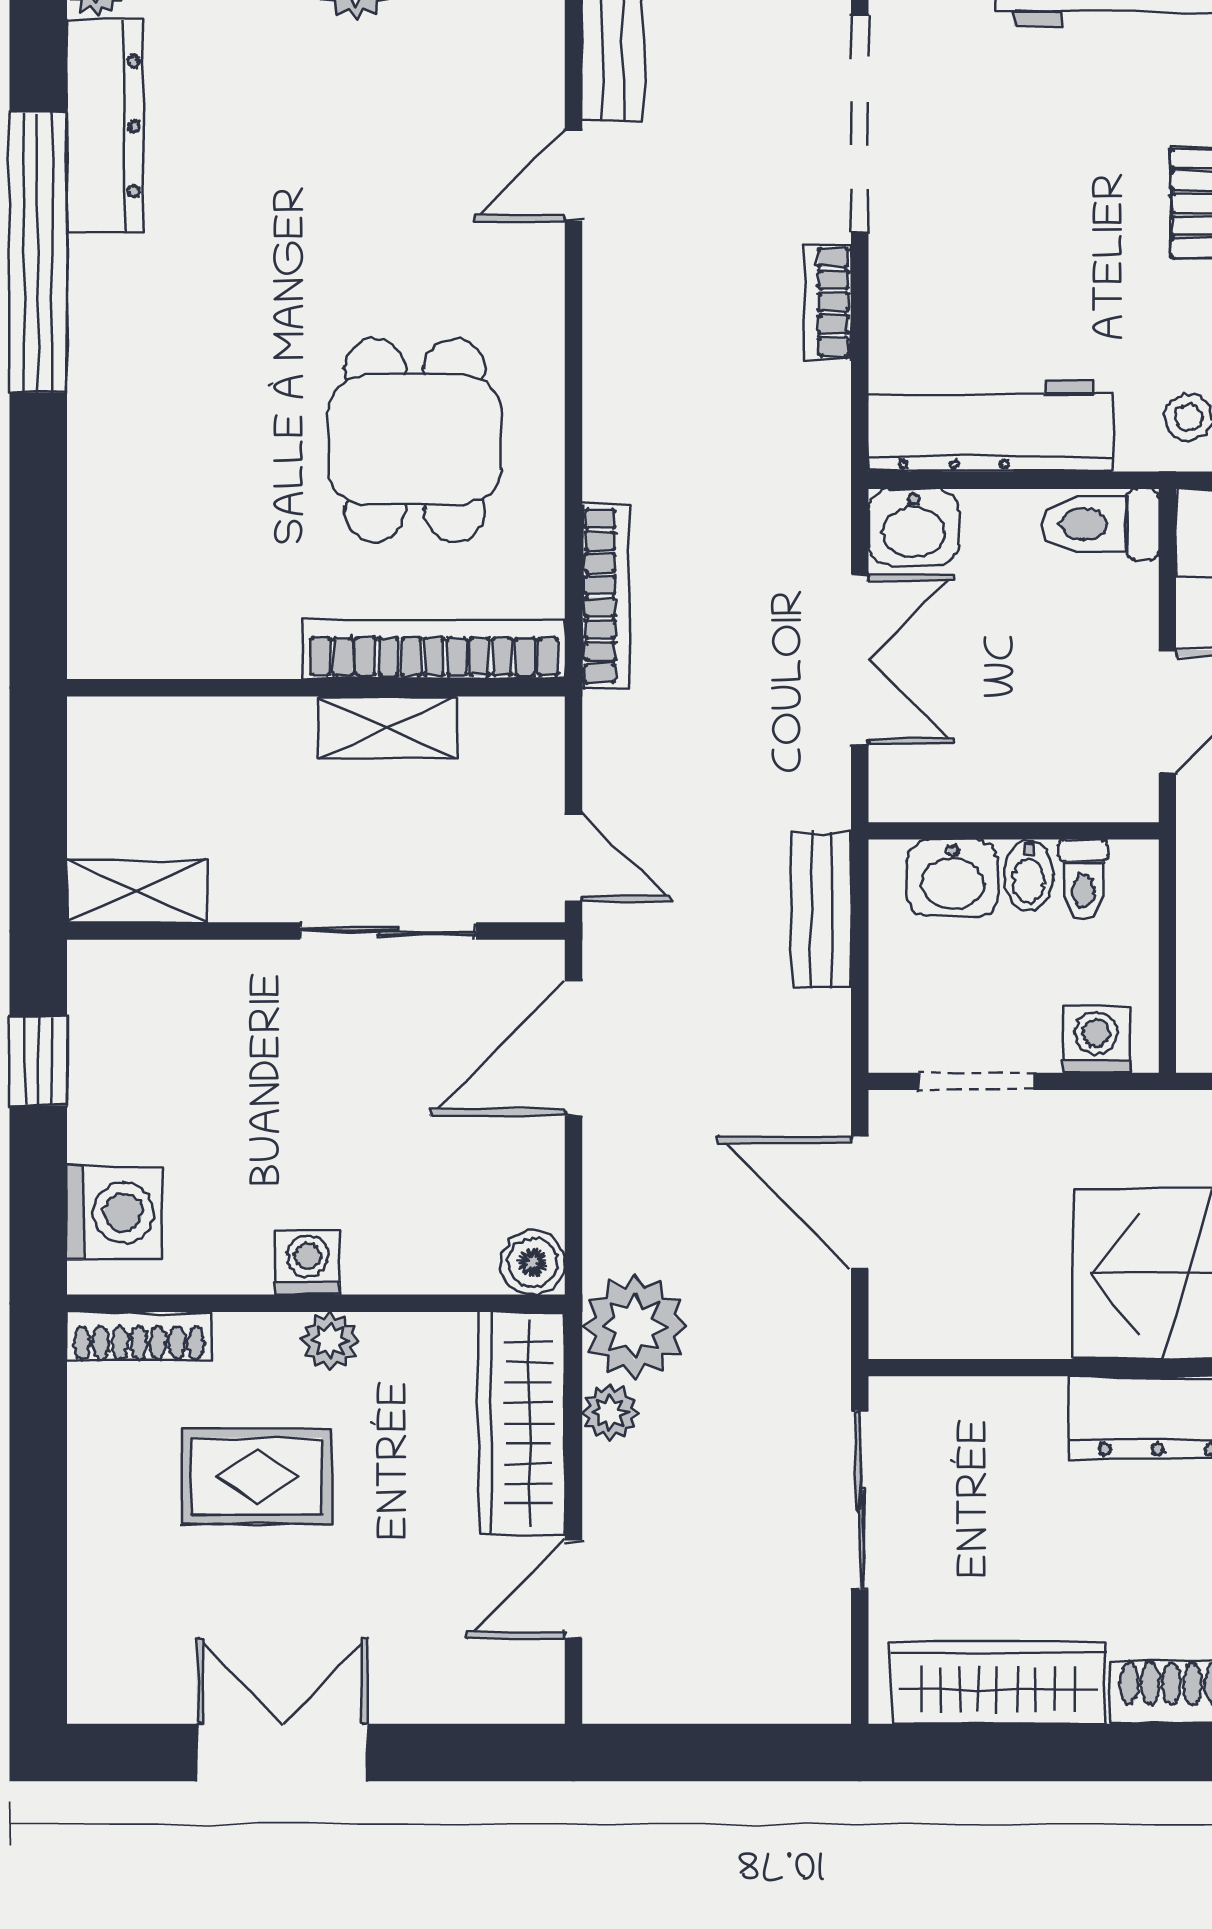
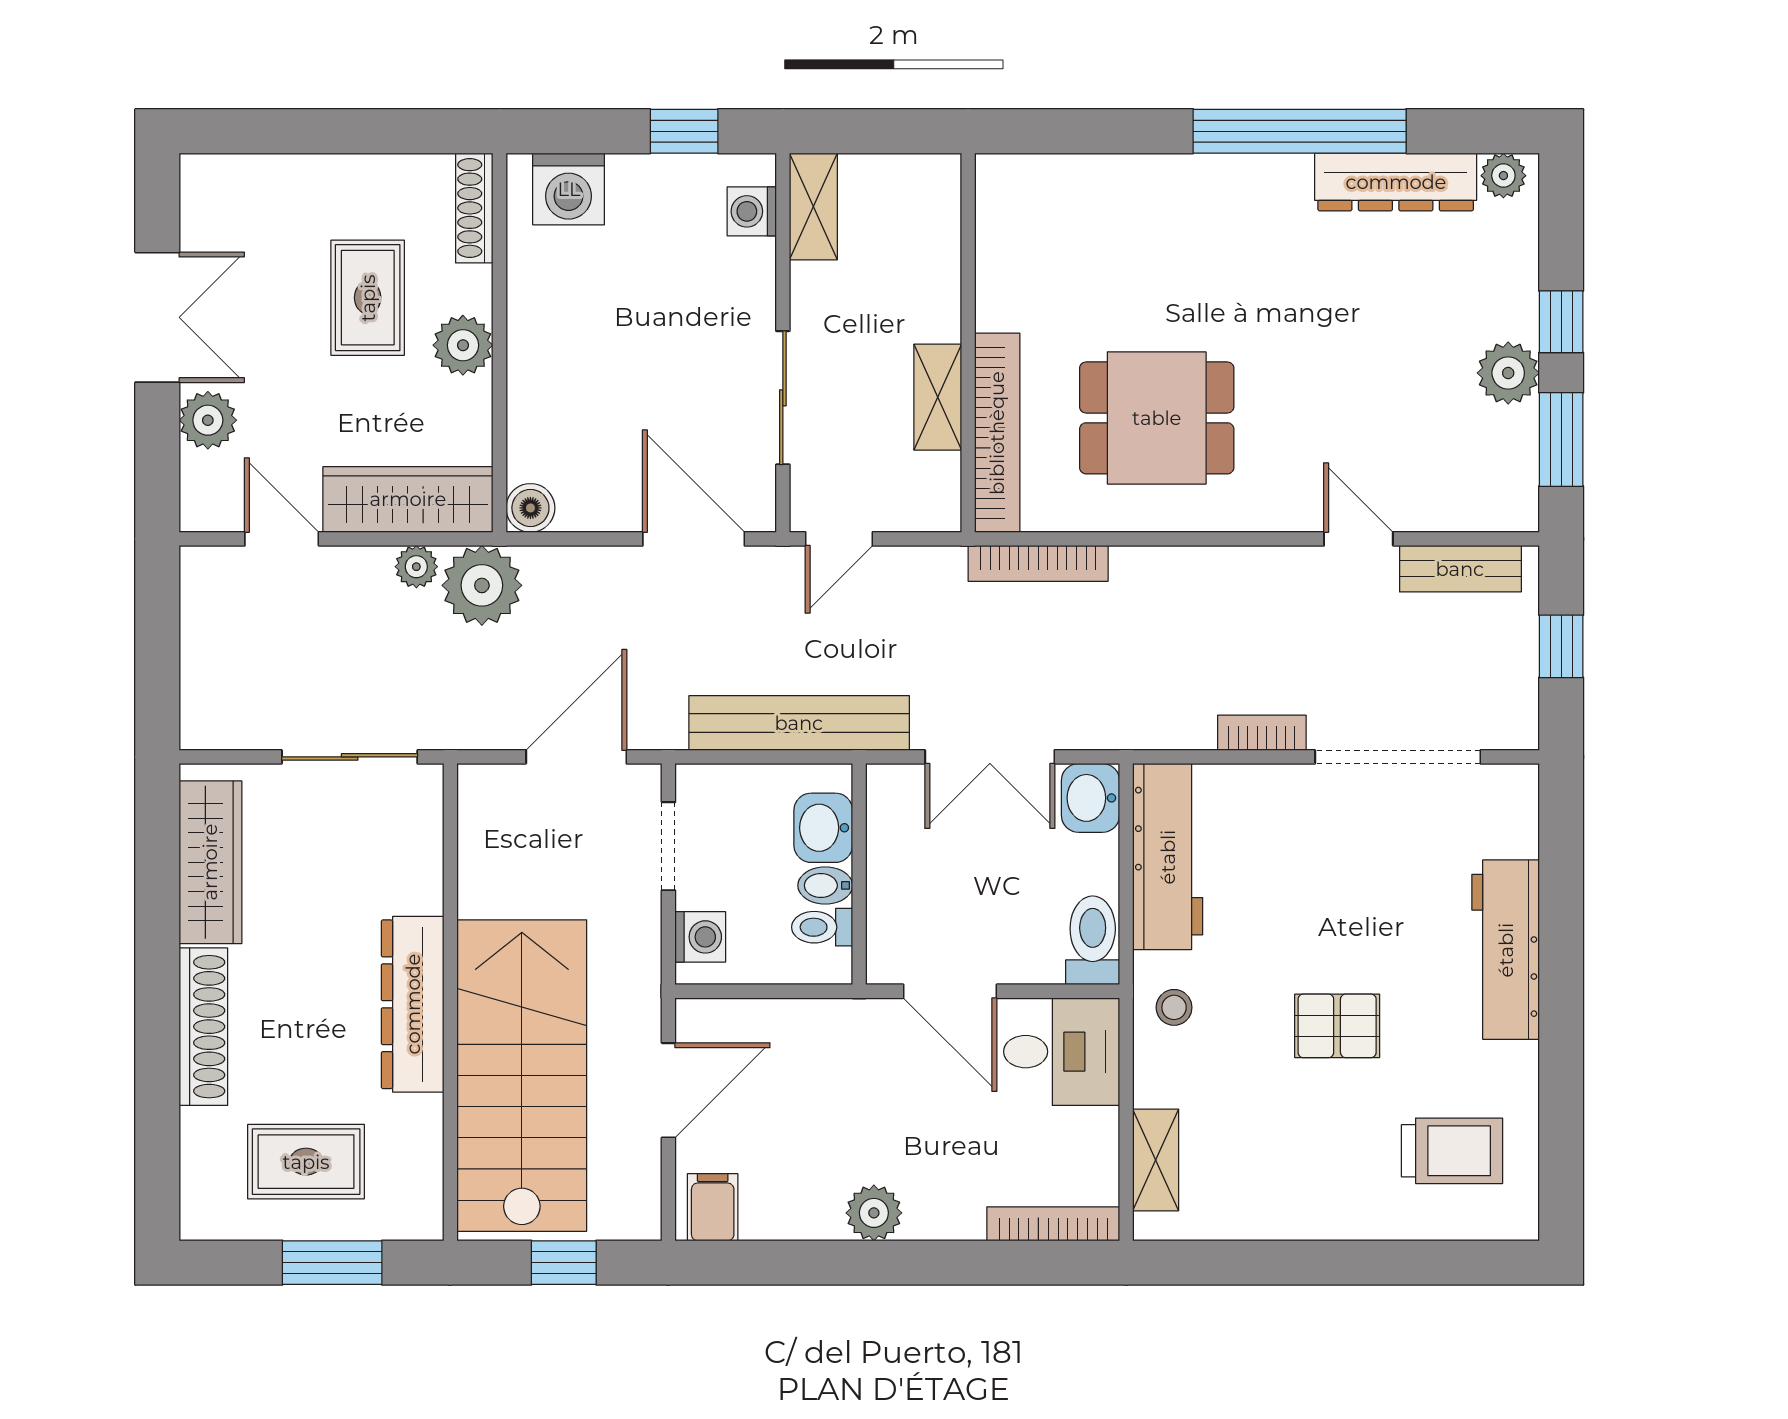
bench: (821, 910) -> (799, 723), width x1.86, depth x1.21
washing machine: (308, 1262) -> (752, 211), moved, turned 180
plant: (330, 1340) -> (463, 345), width x1.38, depth x1.38
plant: (418, 1686) -> (208, 420), added

